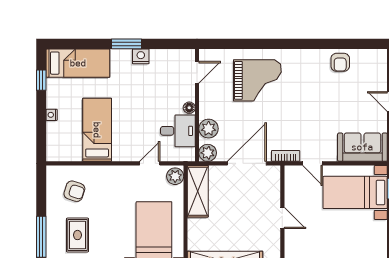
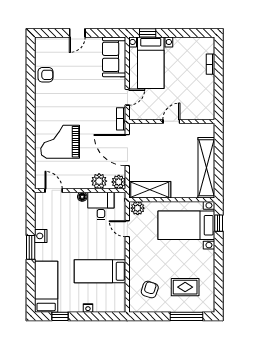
grand piano: (257, 80) -> (60, 142), turned -90

